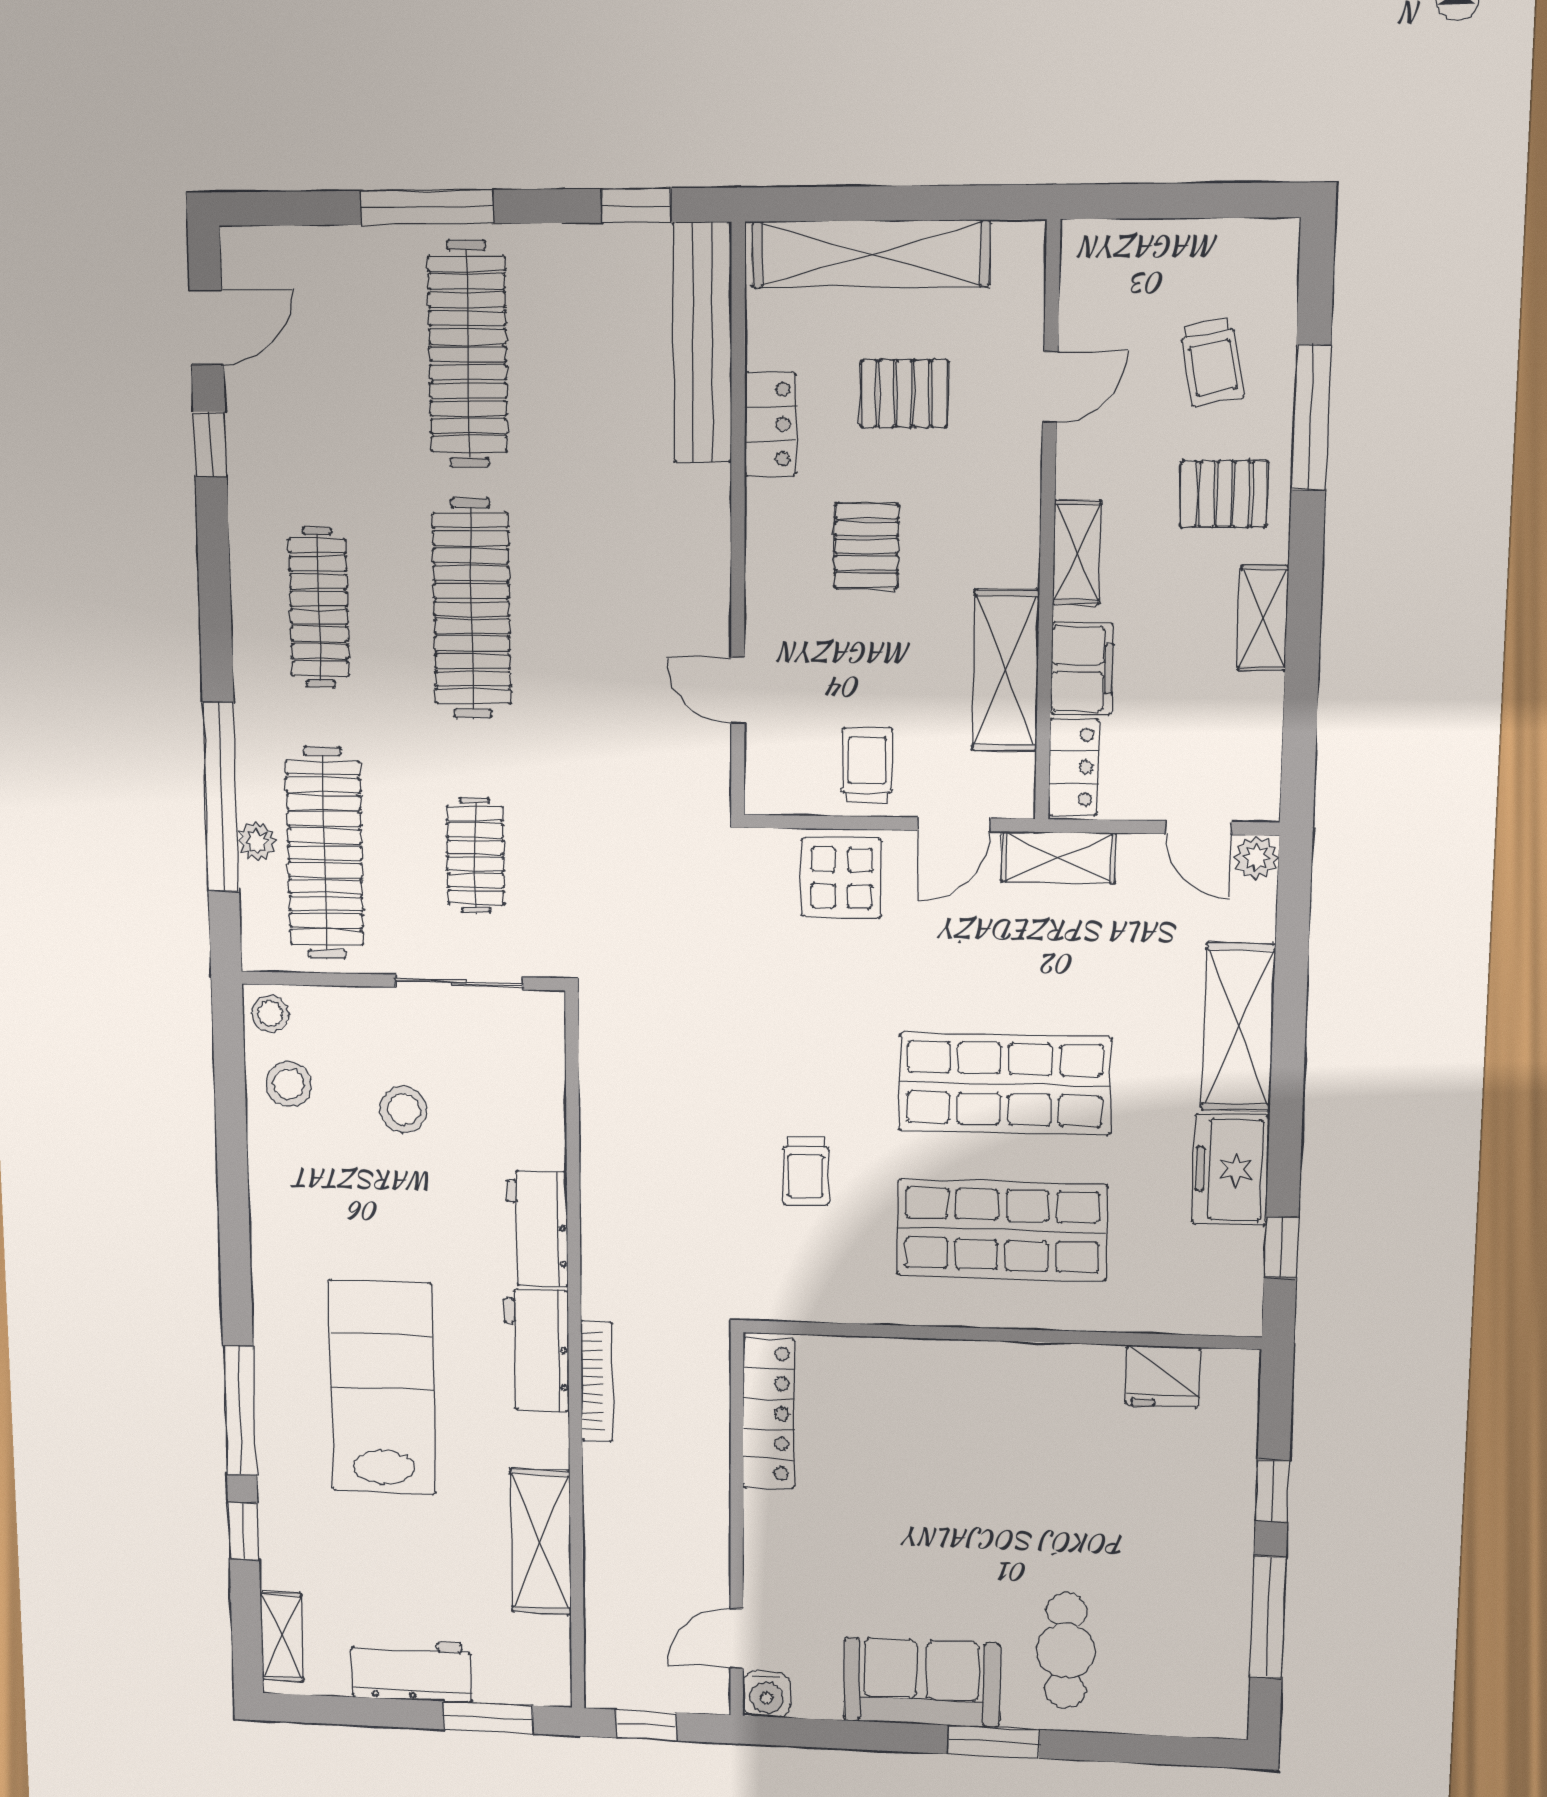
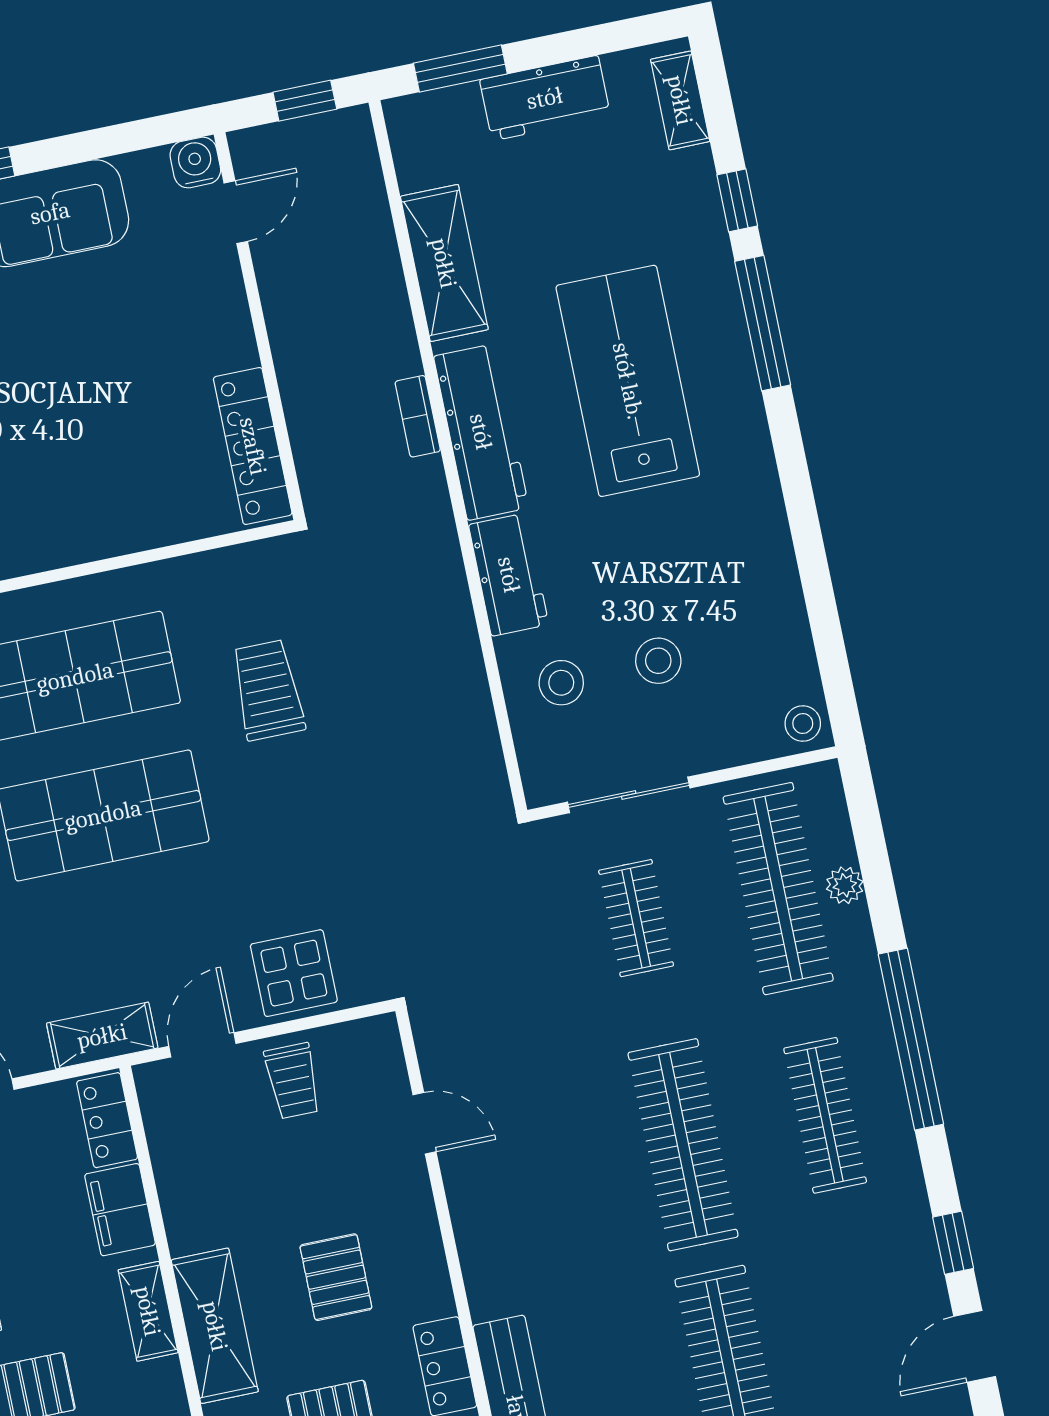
shelving: (1006, 671) -> (215, 1326), moved
window: (221, 797) -> (911, 1039), moved
stool: (289, 1084) -> (561, 683), moved
trolley: (806, 1171) -> (268, 690), width x1.36, depth x1.39
workbench: (537, 1350) -> (481, 432), width x1.37
bookcase: (597, 1381) -> (418, 416), width x0.64
lab bench: (382, 1387) -> (628, 381), turned 180

